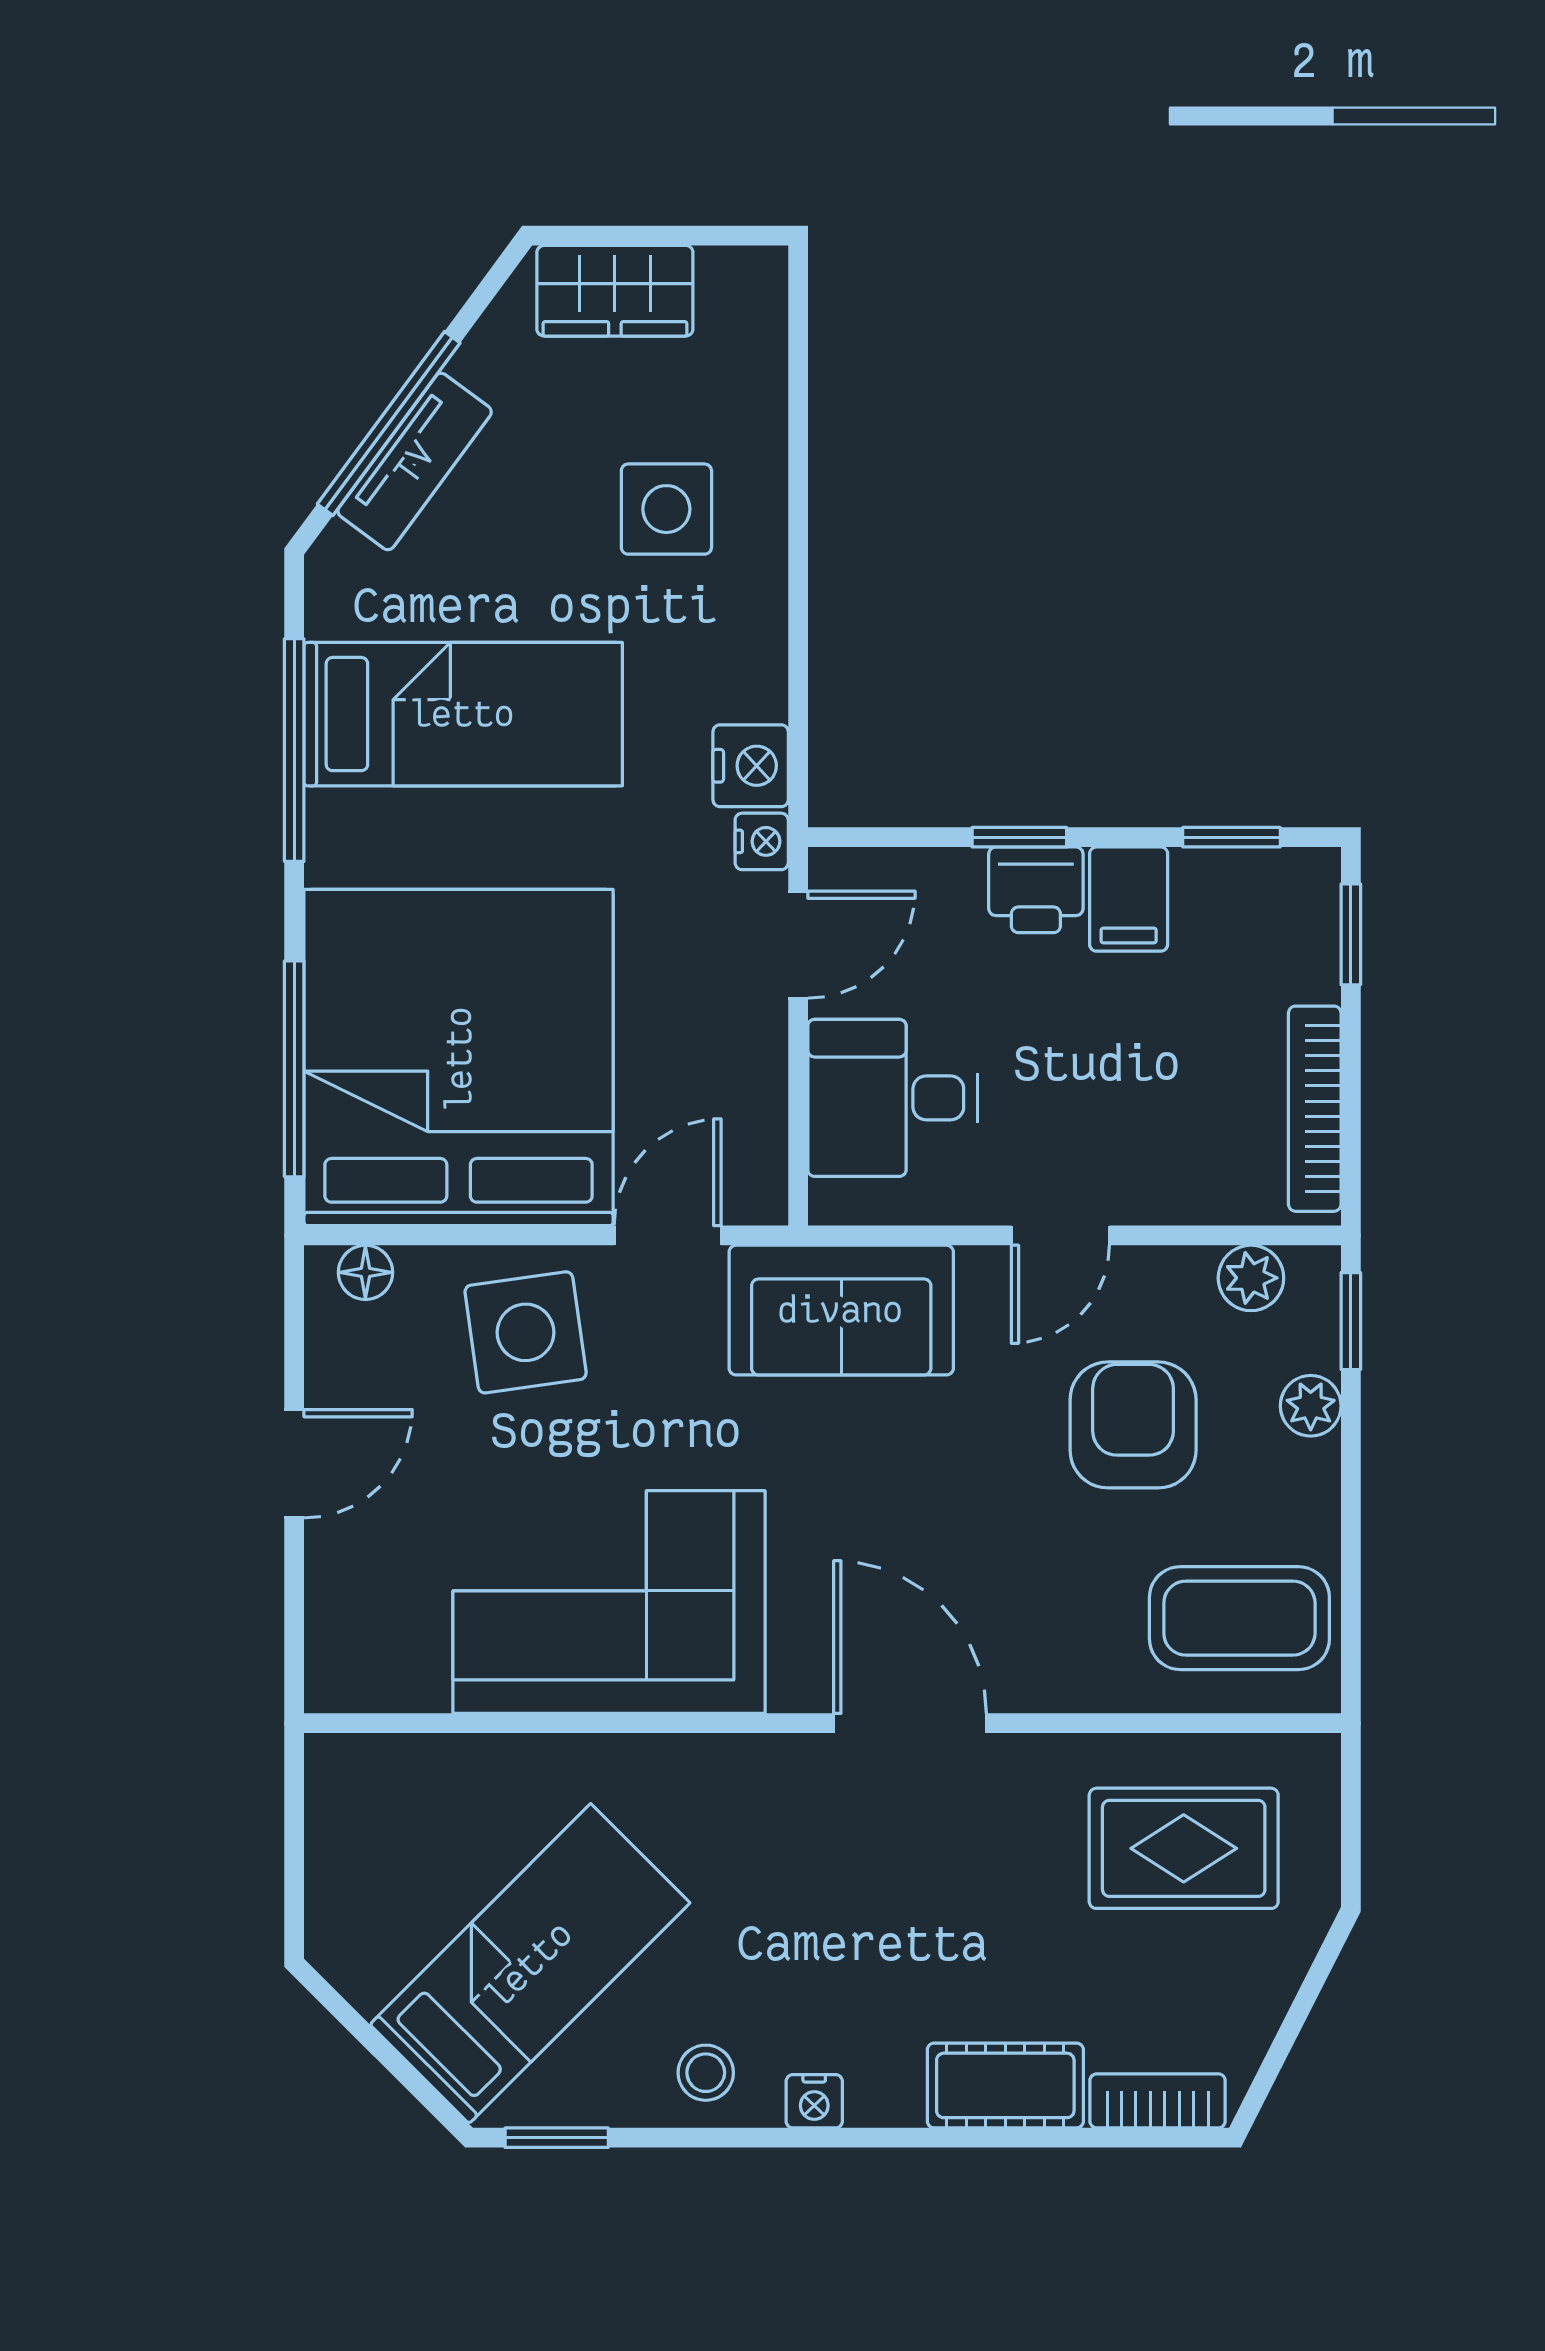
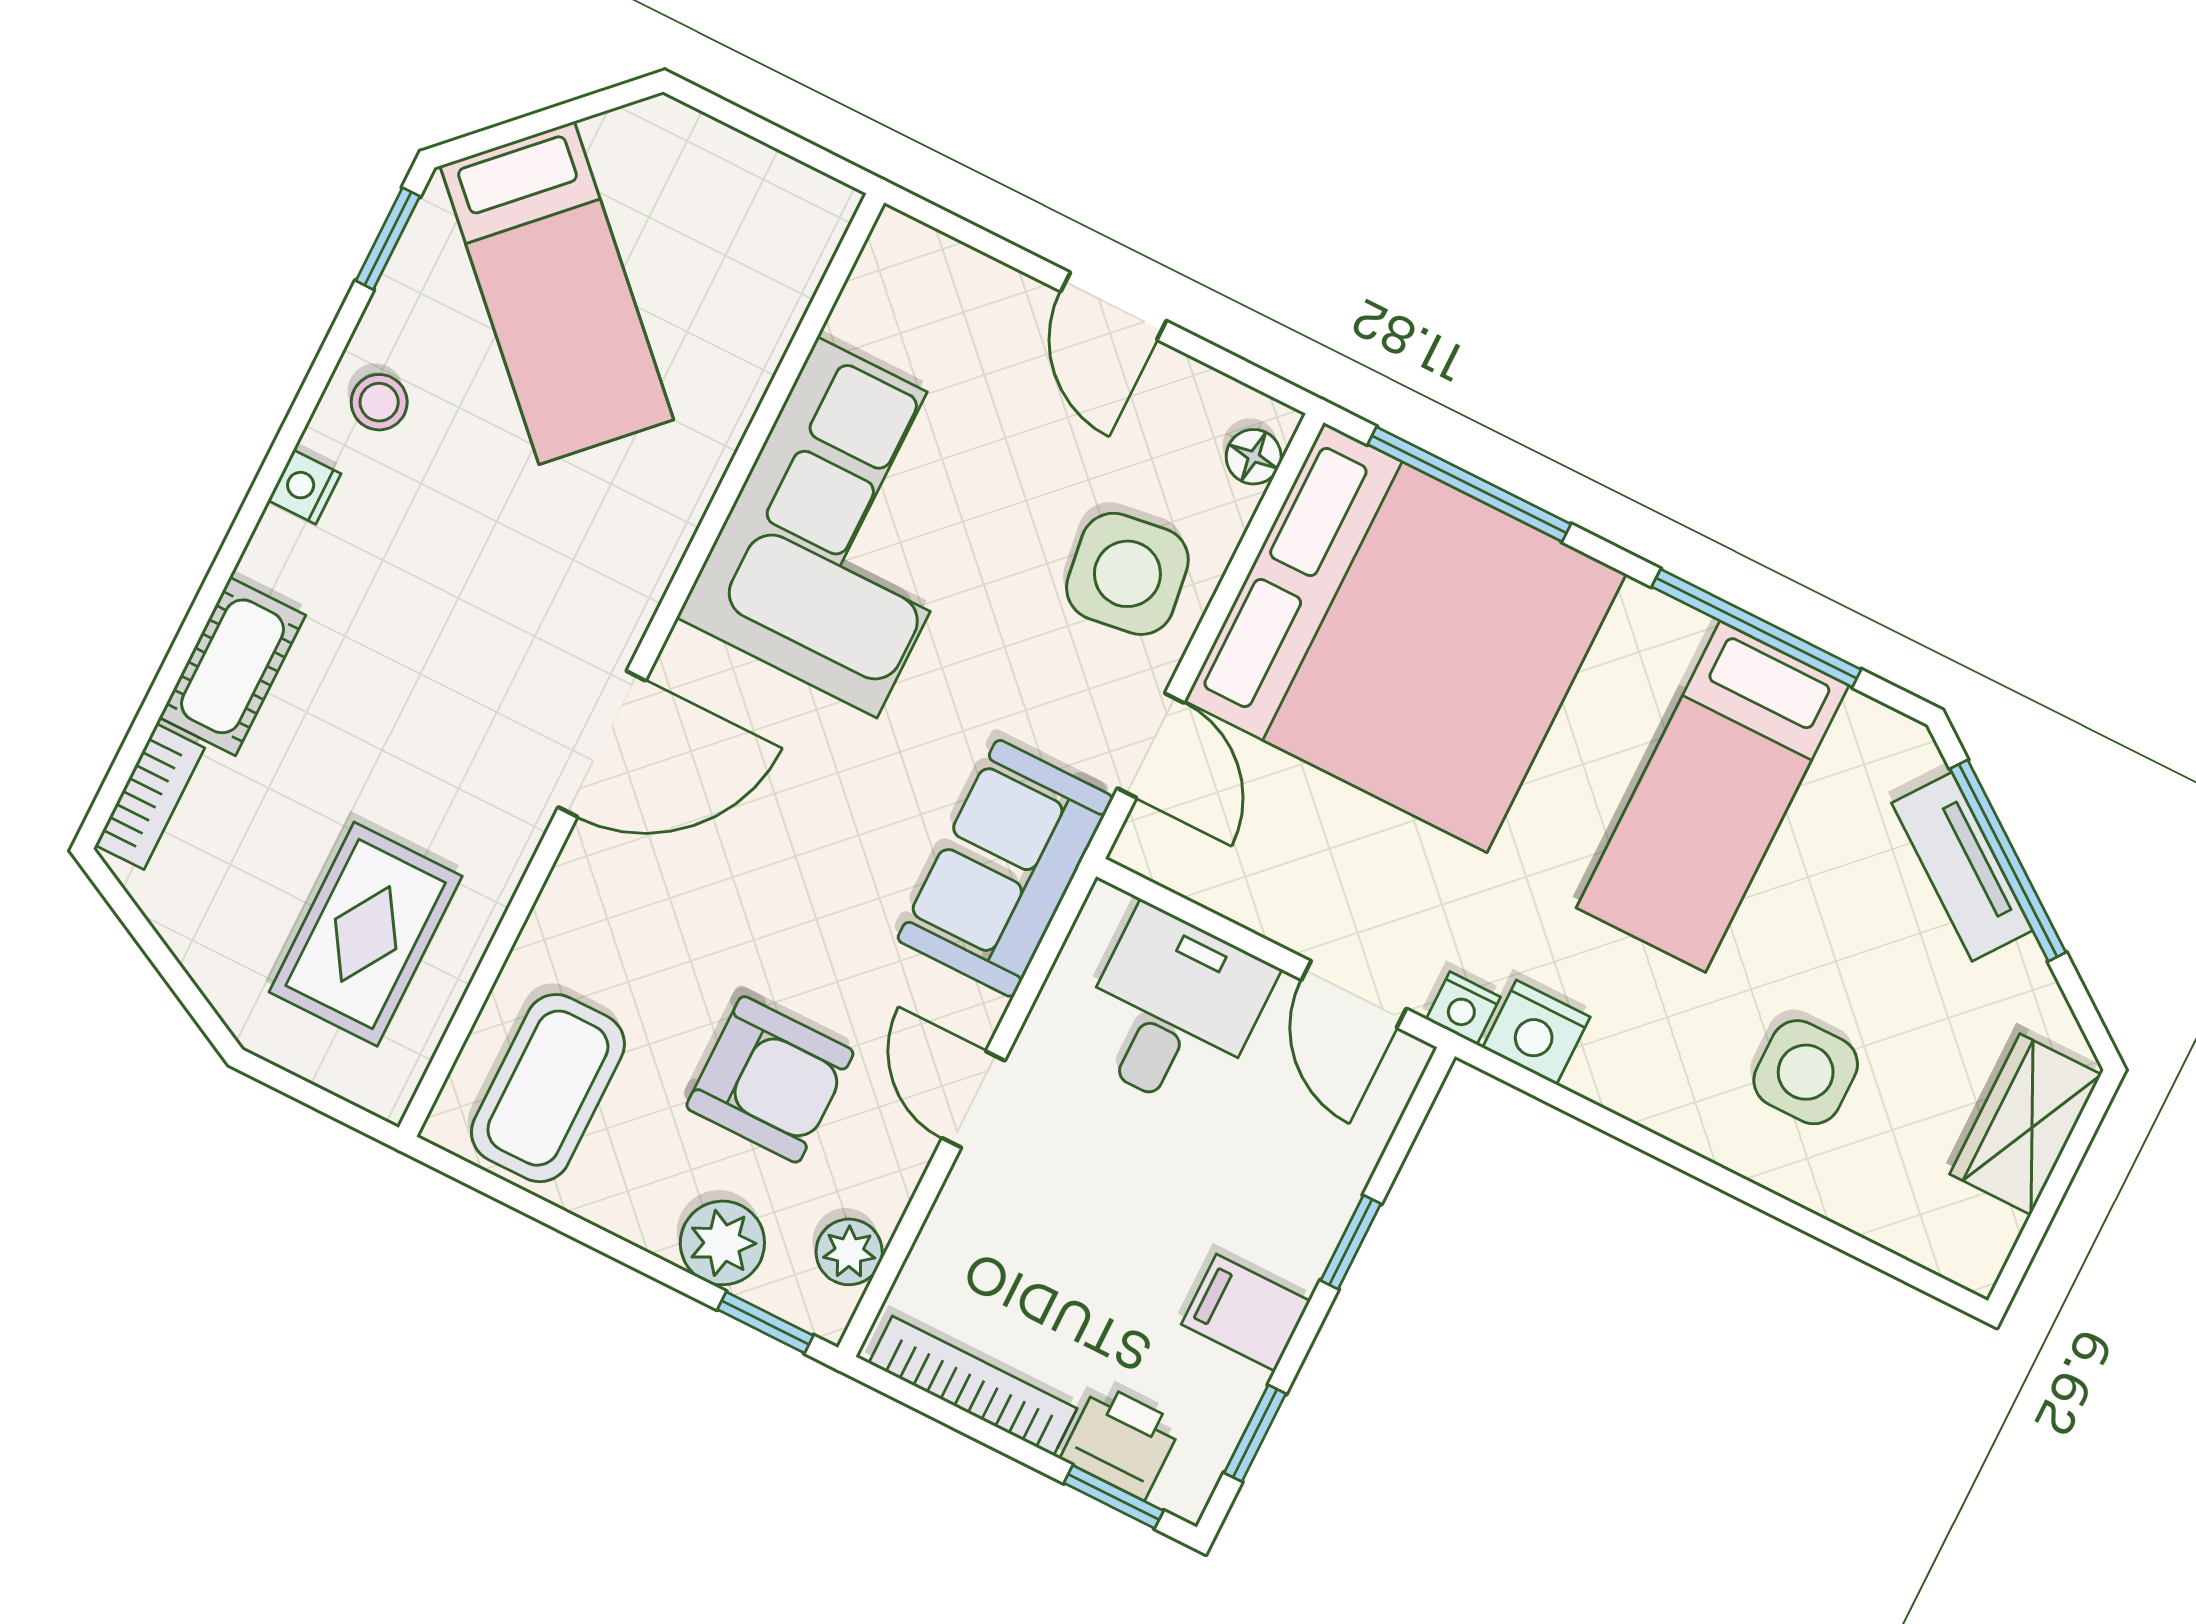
printer: (1036, 890) -> (1121, 1441), moved, turned 90
plant: (1311, 1406) -> (722, 1243), width x1.38, depth x1.38

